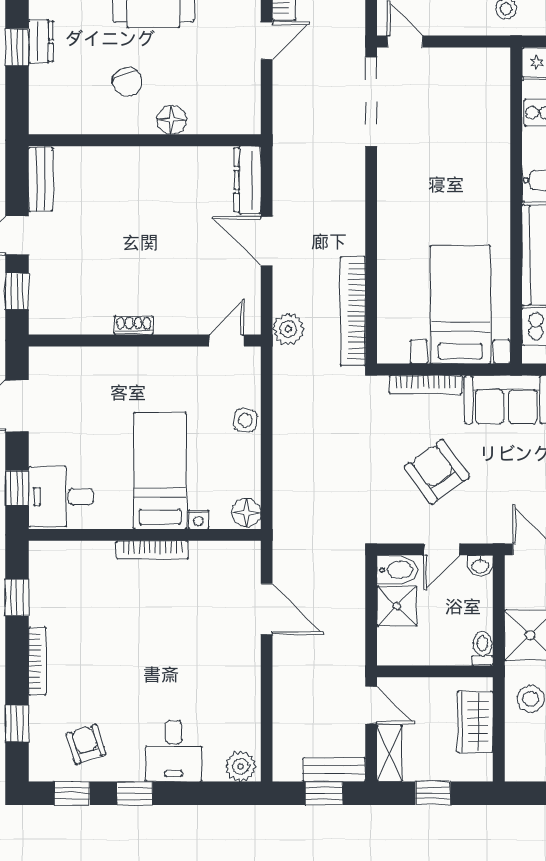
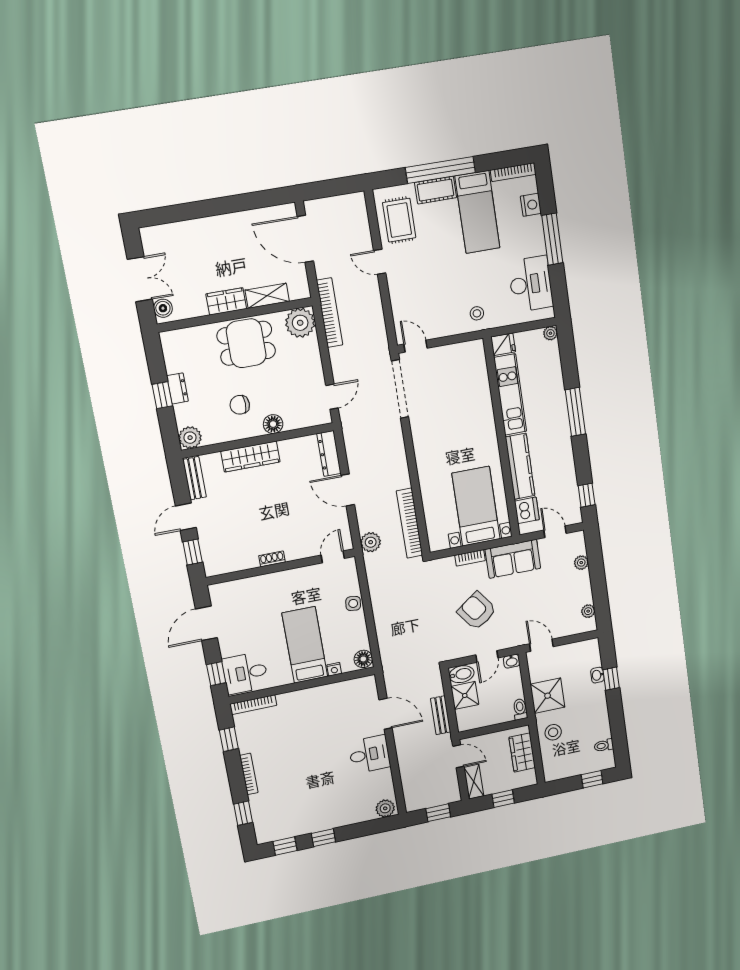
door: (267, 41) -> (332, 397), moved
chair: (127, 82) -> (240, 405), turned 115
plant: (46, 117) -> (190, 438), added
wardrobe: (129, 162) -> (250, 457), added
bookcase: (426, 385) -> (470, 558), width x0.64
bookcase: (152, 550) -> (253, 705), moved
armchair: (86, 744) -> (288, 816), removed
desk: (174, 751) -> (369, 754), moved, turned -90
bench: (334, 770) -> (441, 715), moved, turned 90

